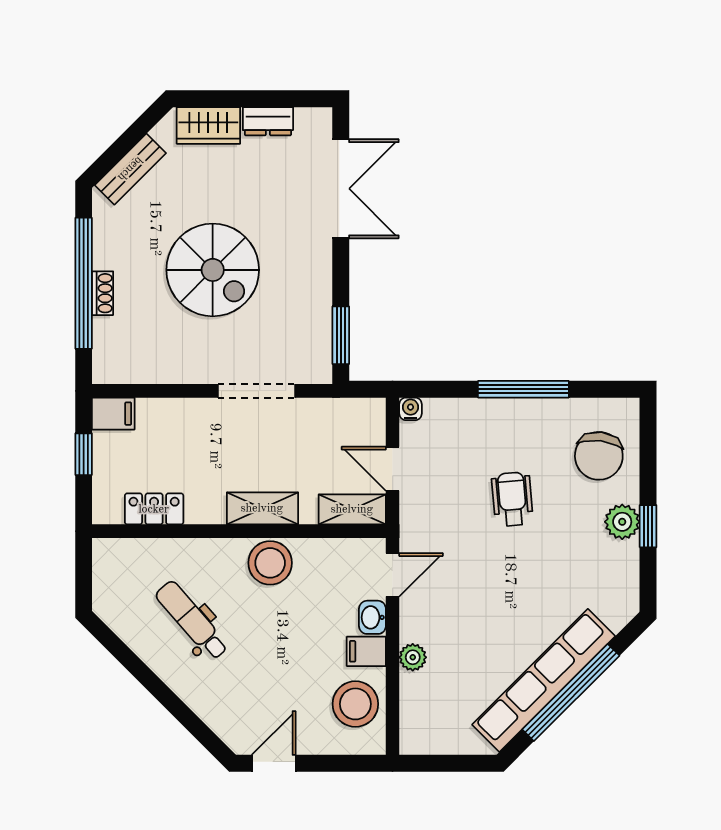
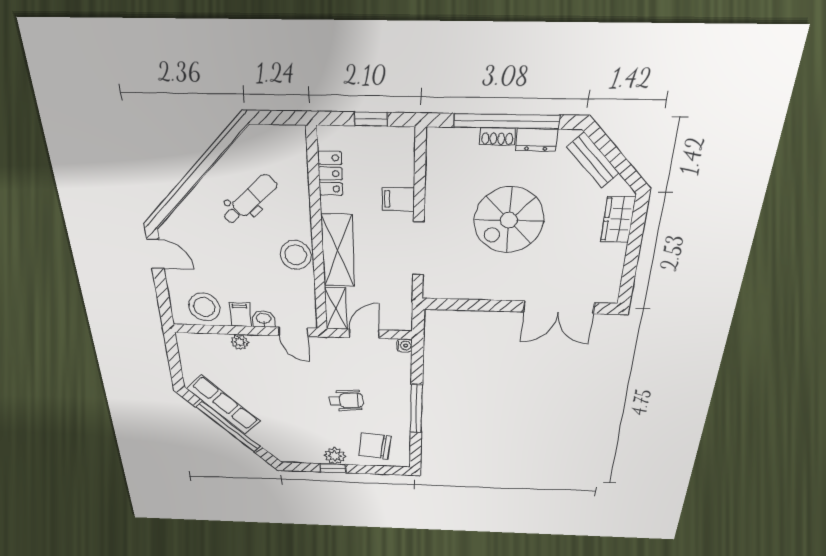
dresser: (268, 121) -> (537, 140), moved, turned -90
window: (341, 335) -> (456, 305), removed
filing cabinet: (113, 414) -> (398, 199), moved, turned 90
shelving: (262, 508) -> (338, 251), width x1.50, depth x1.33
row of seats: (544, 680) -> (223, 405), width x0.73

